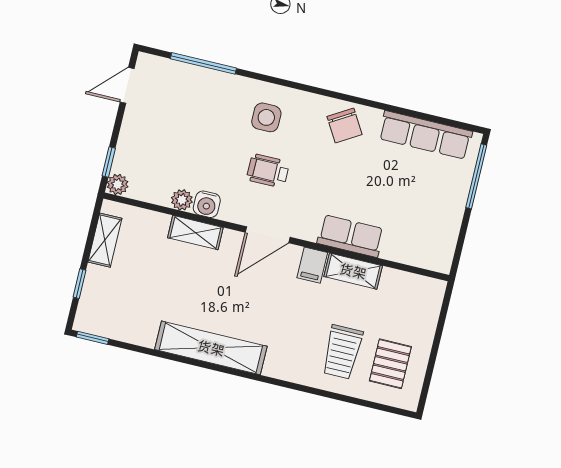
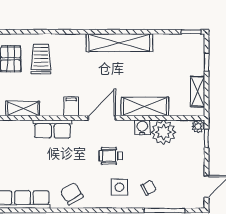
chair: (220, 106) -> (149, 188), added
wheelchair: (268, 171) -> (111, 156), turned 180
plant: (182, 200) -> (163, 132), width x1.88, depth x1.88
shelving: (195, 233) -> (145, 107), width x1.50, depth x1.33
shelving: (353, 271) -> (23, 109), moved

